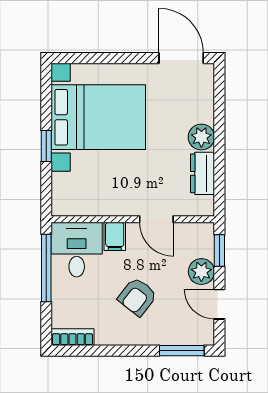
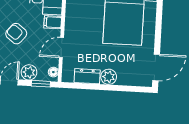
floor lamp: (199, 231) -> (53, 72), added

